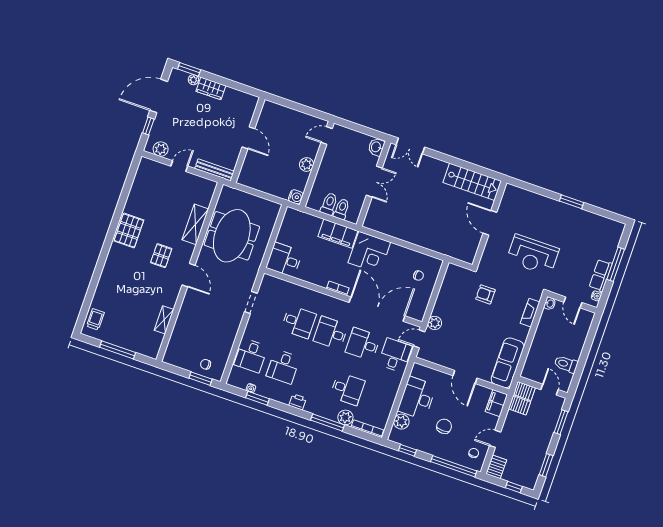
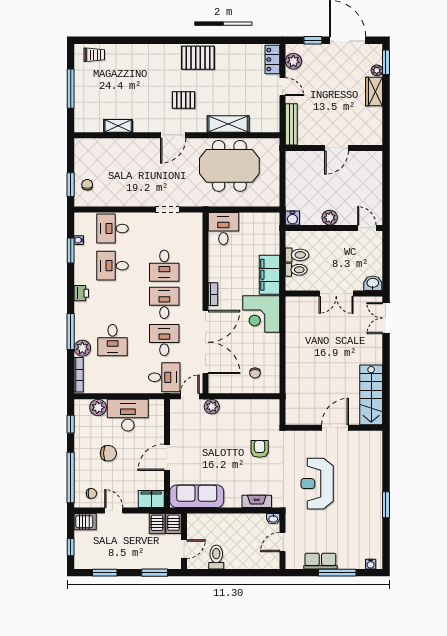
locker: (153, 167) -> (272, 60), added
water cooler: (596, 296) -> (371, 564), moved
door: (419, 339) -> (190, 396), hinge flipped

